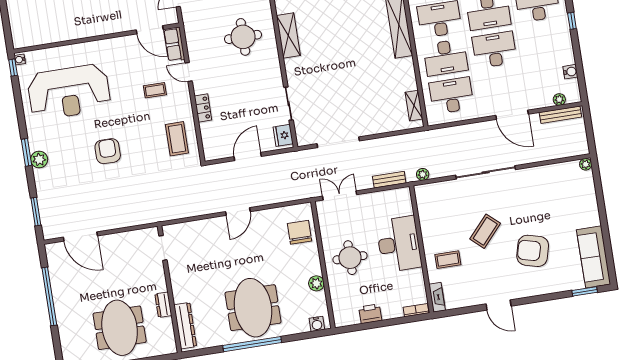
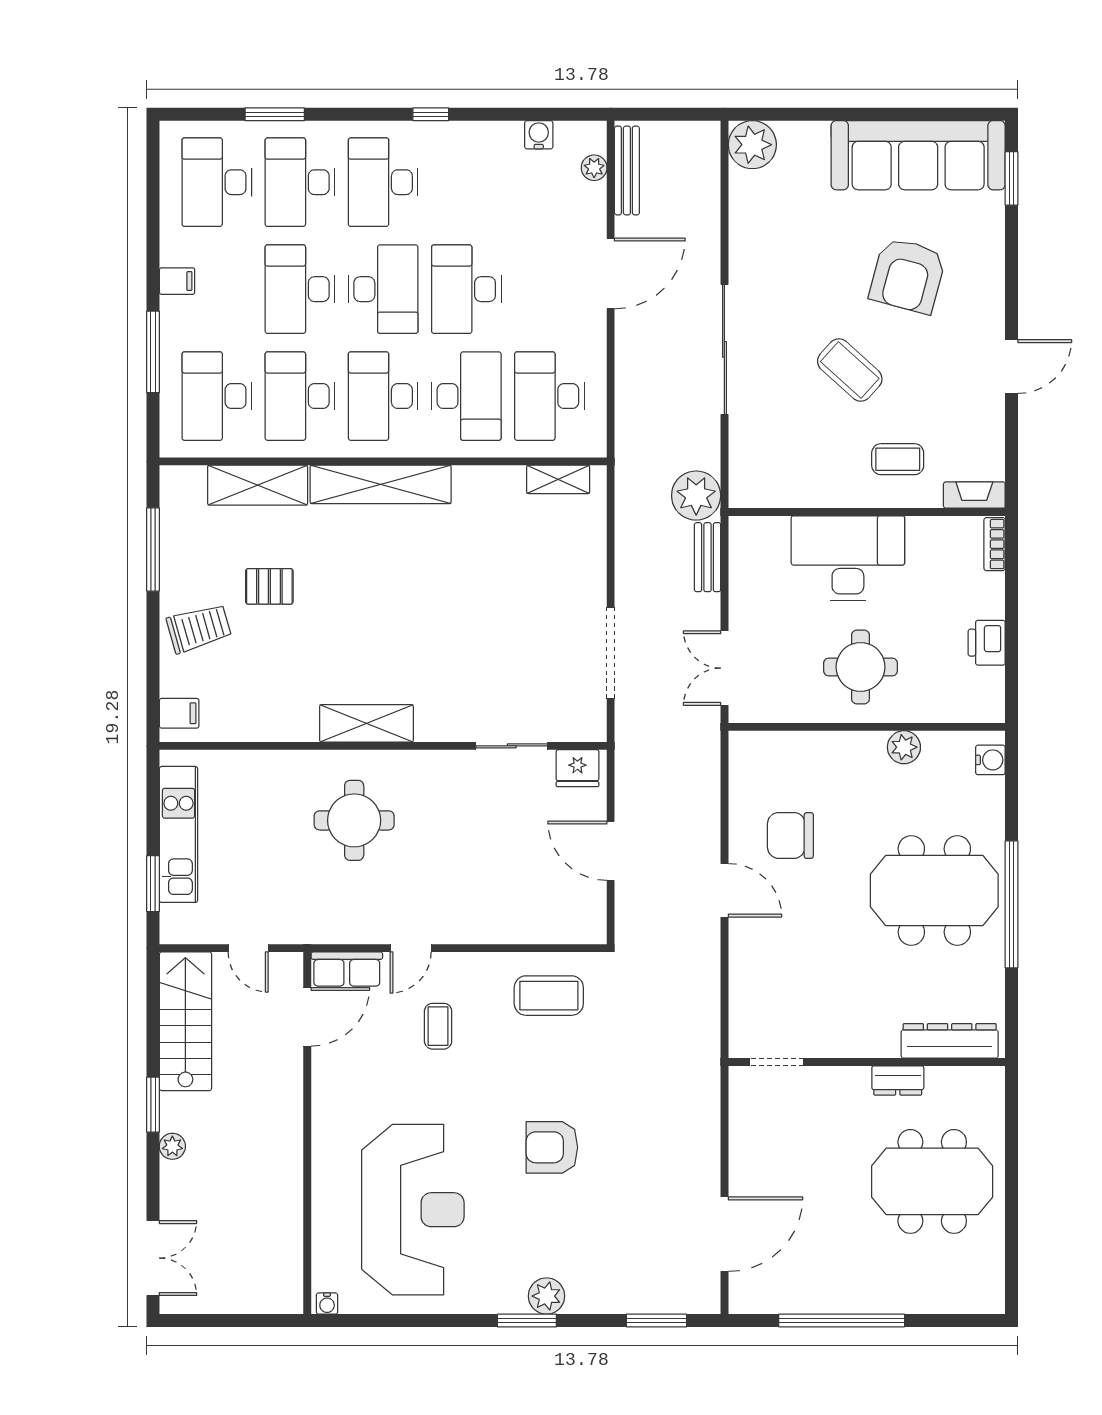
window: (13, 68) -> (342, 1321), removed
locker: (203, 108) -> (492, 930), removed
plant: (586, 164) -> (752, 145), width x1.88, depth x1.88
plant: (423, 174) -> (696, 496), width x1.87, depth x1.87
chair: (299, 232) -> (790, 835), moved
sofa: (594, 257) -> (918, 155), width x1.36, depth x1.27
coffee table: (448, 260) -> (898, 459), turned 90

